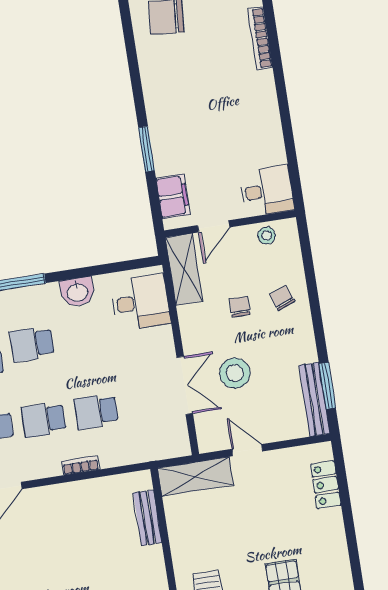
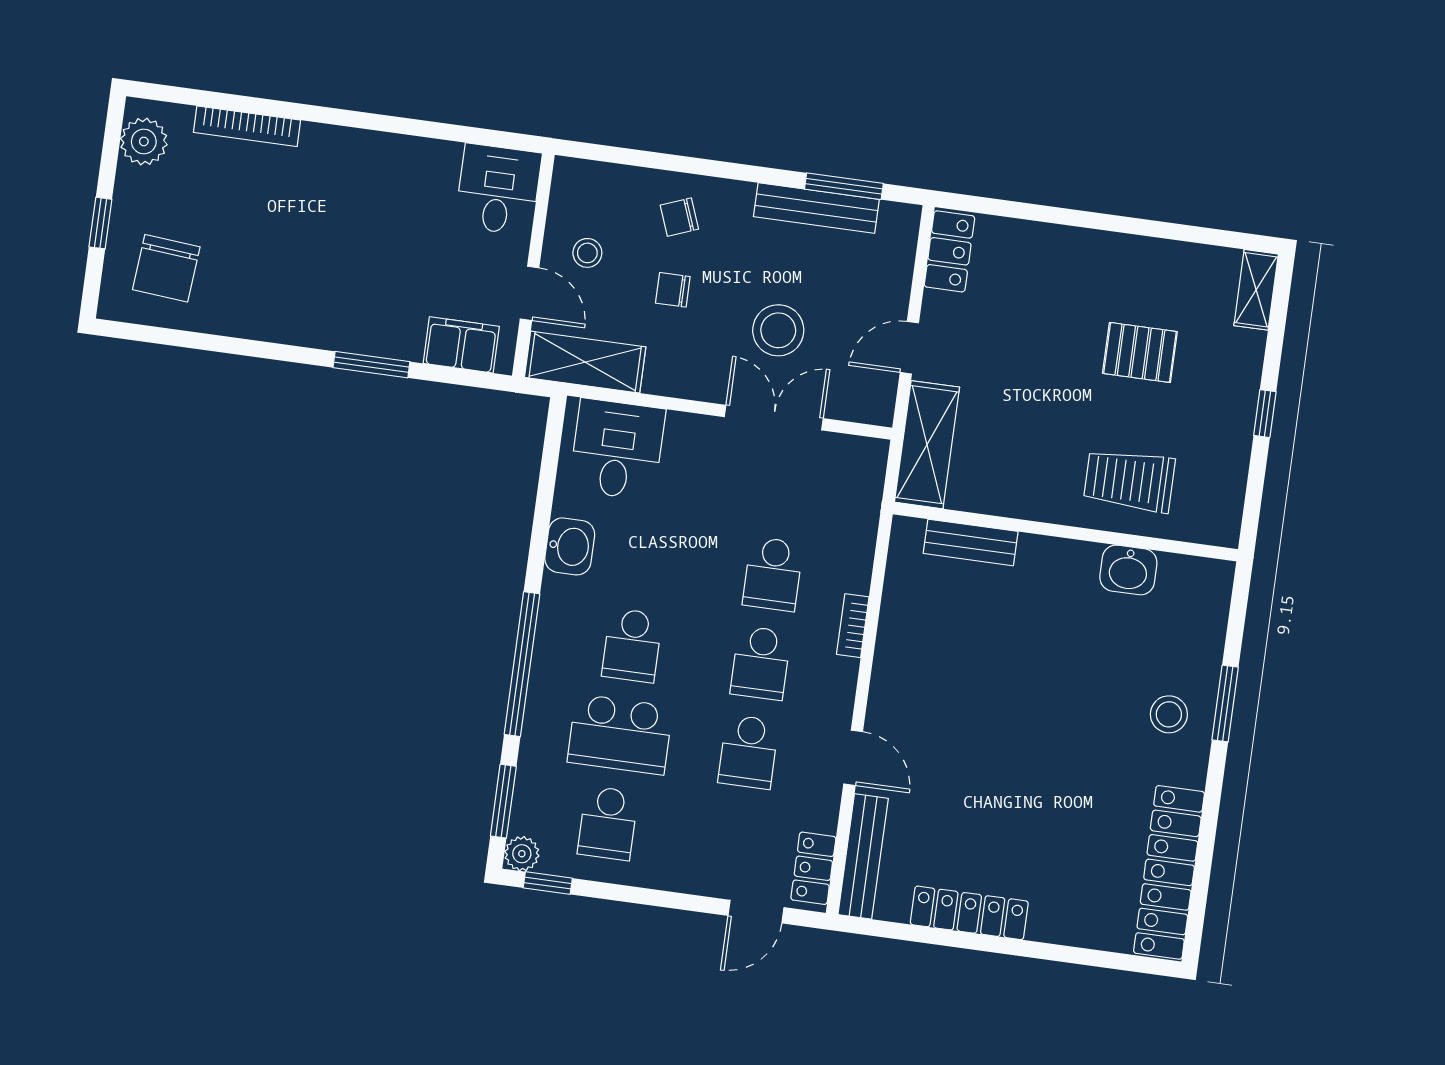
stool: (267, 236) -> (587, 253), moved
bench: (314, 399) -> (816, 208), moved
locker: (326, 485) -> (949, 251), moved, turned -90

